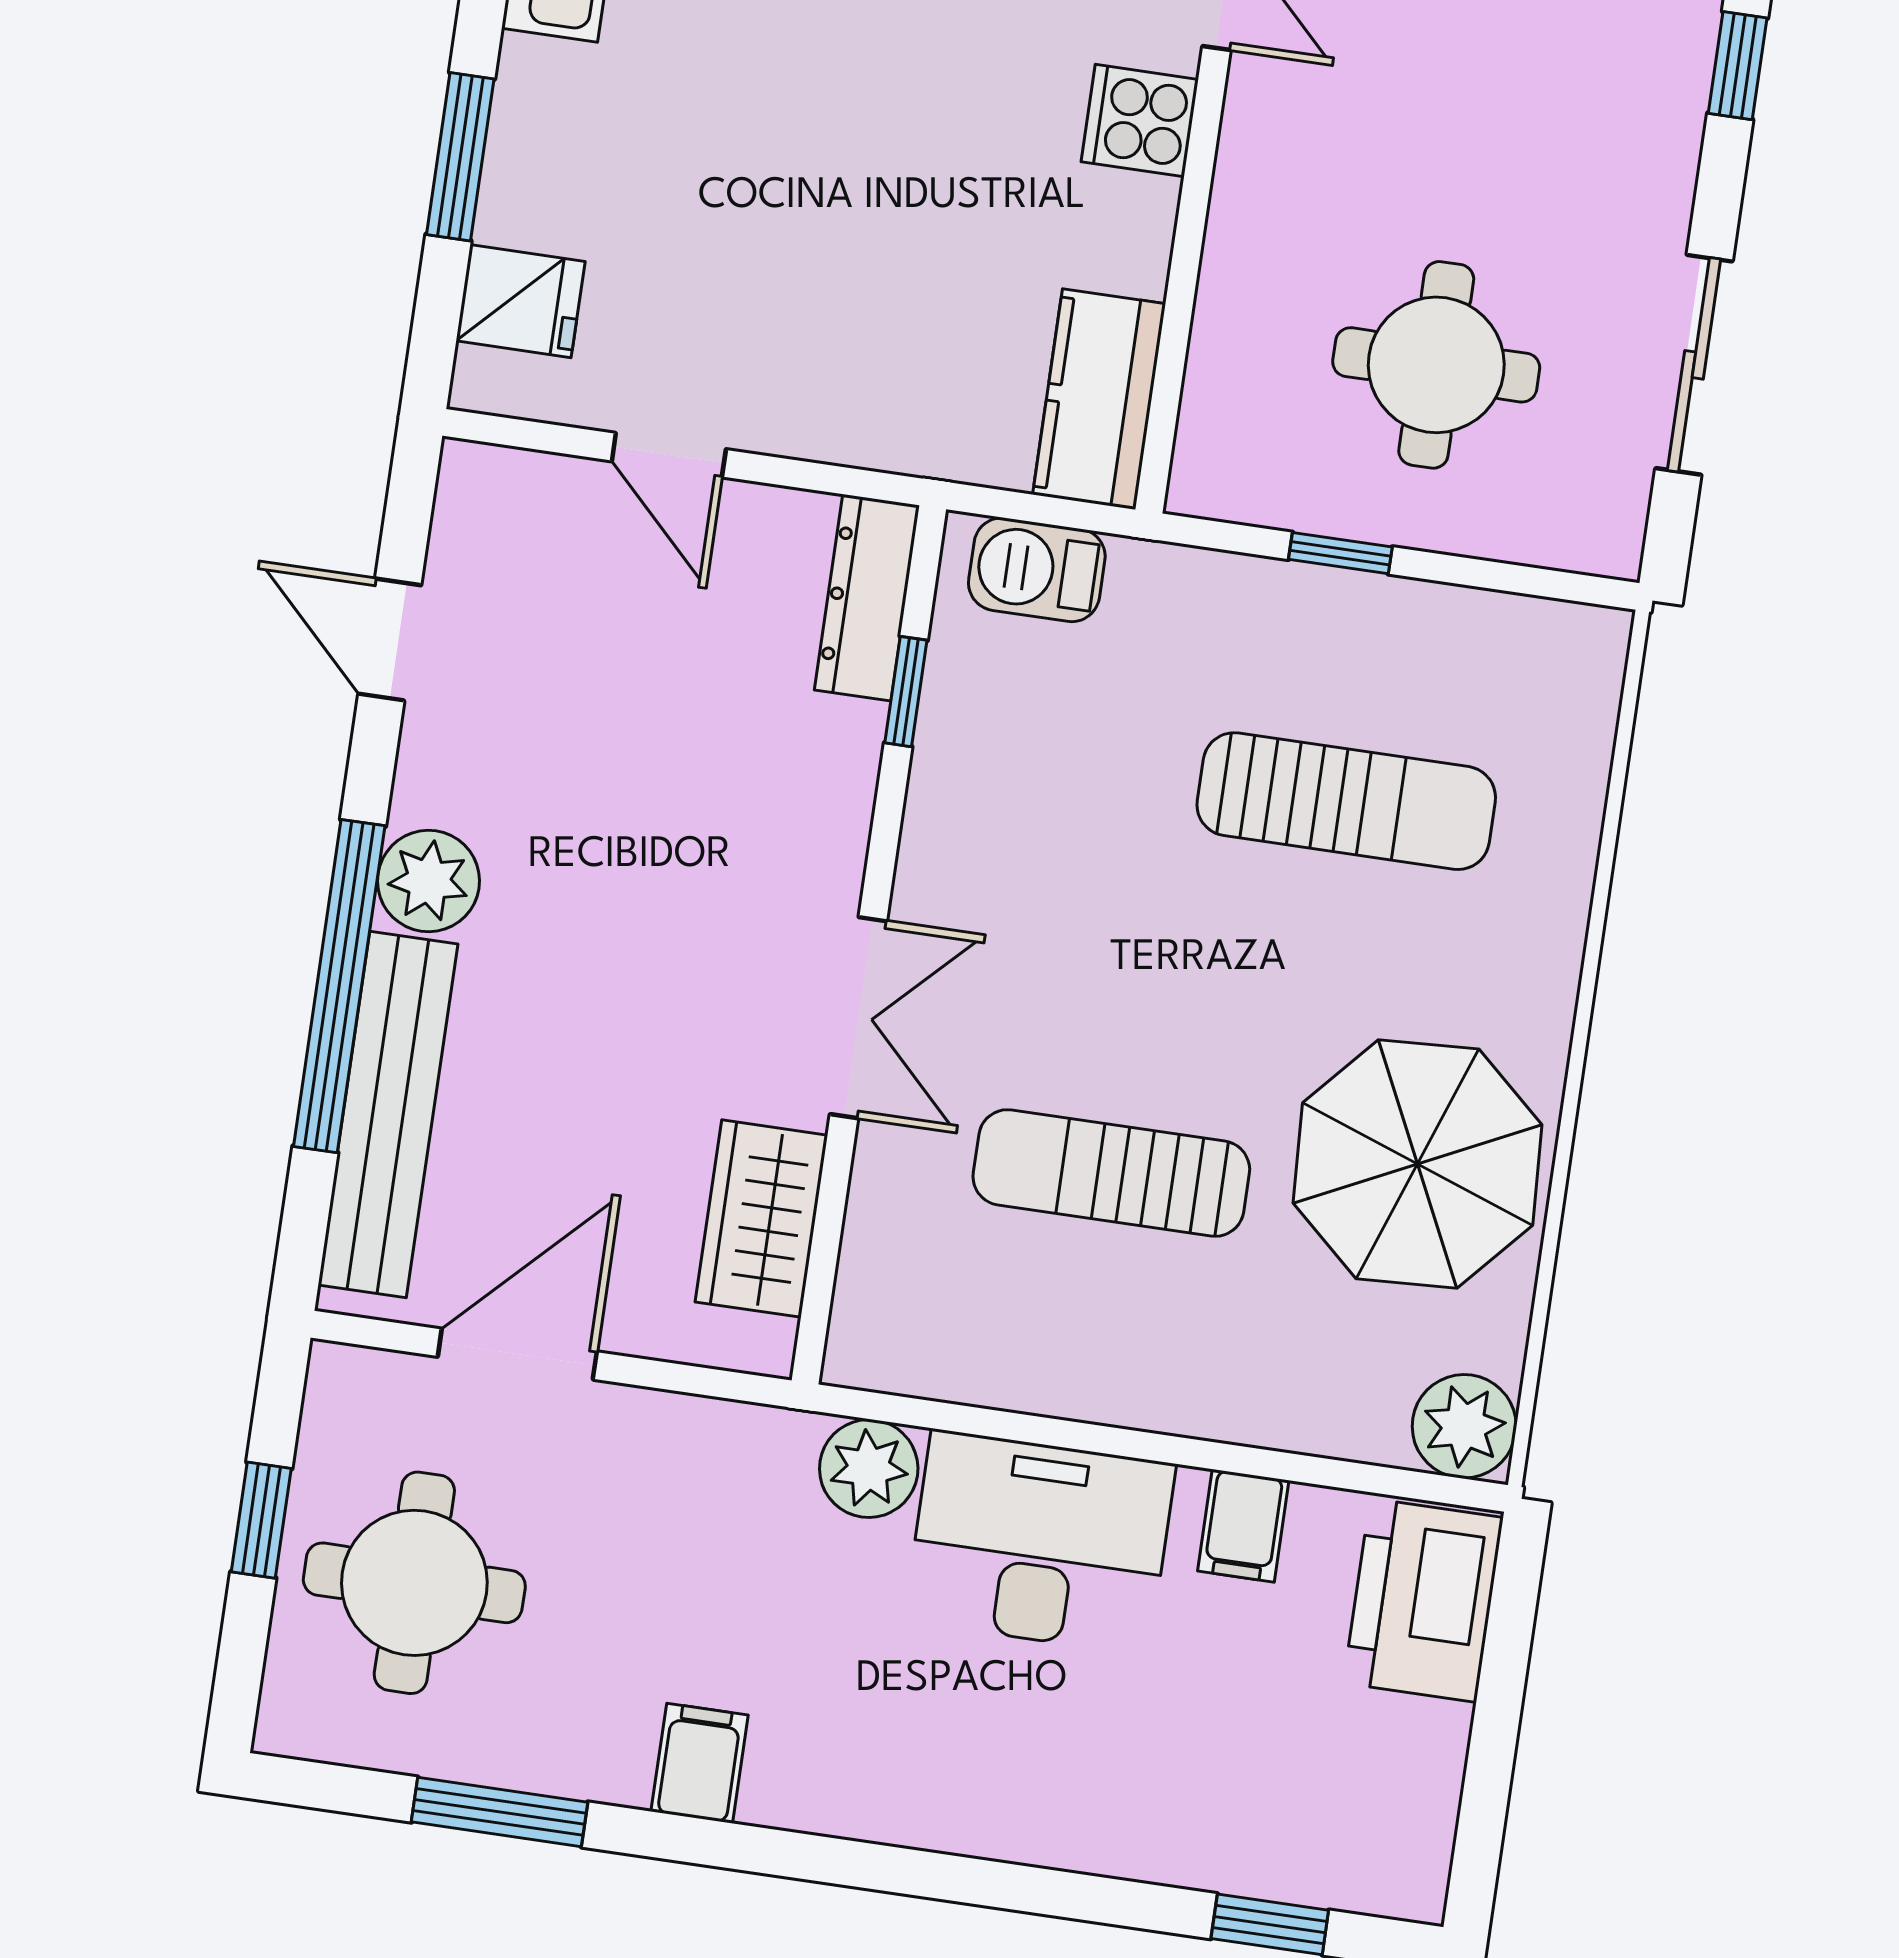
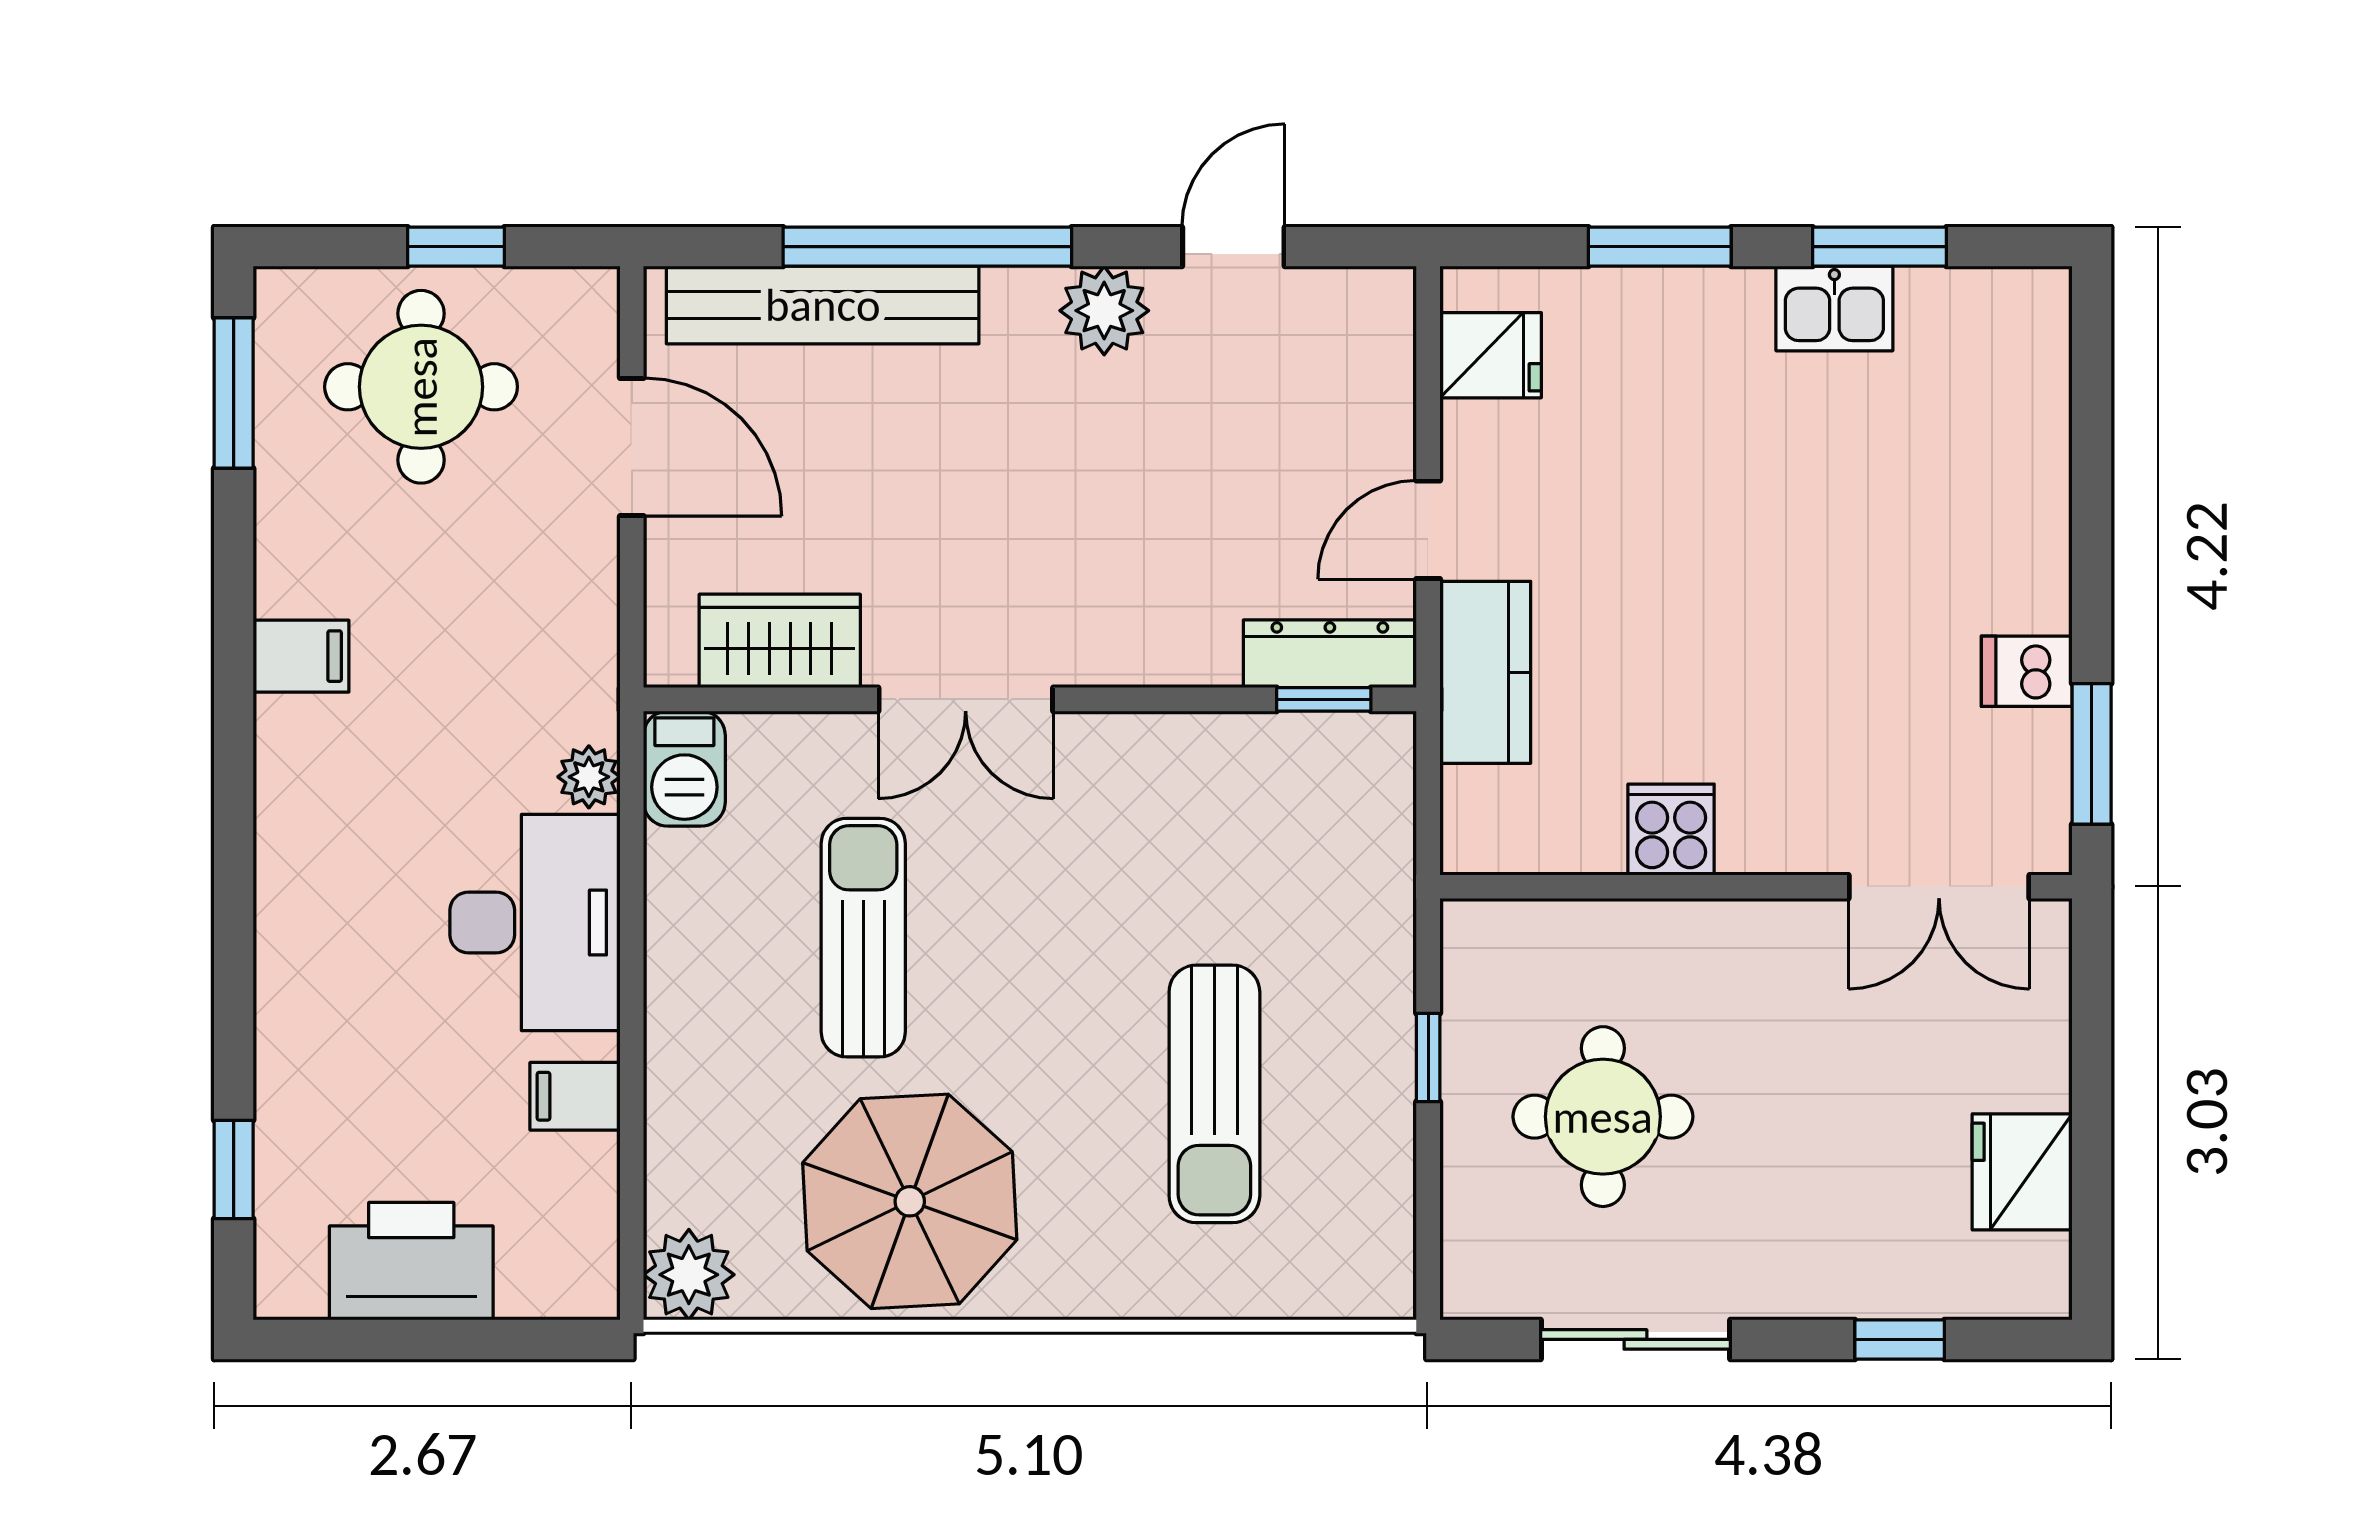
cooker: (1140, 121) -> (1671, 830), moved
fridge: (520, 301) -> (1491, 355), moved, turned -90
kitchen counter: (1099, 399) -> (1485, 672), moved, turned 90
door: (669, 455) -> (1428, 530), moved
barbecue: (1037, 570) -> (684, 769), moved, turned 180
window: (906, 692) -> (1324, 699), moved
plant: (429, 881) -> (1104, 311), moved
plant: (869, 1469) -> (589, 777), width x0.73, depth x0.73
printer: (1423, 1600) -> (411, 1261), moved
window: (500, 1812) -> (234, 393), moved

